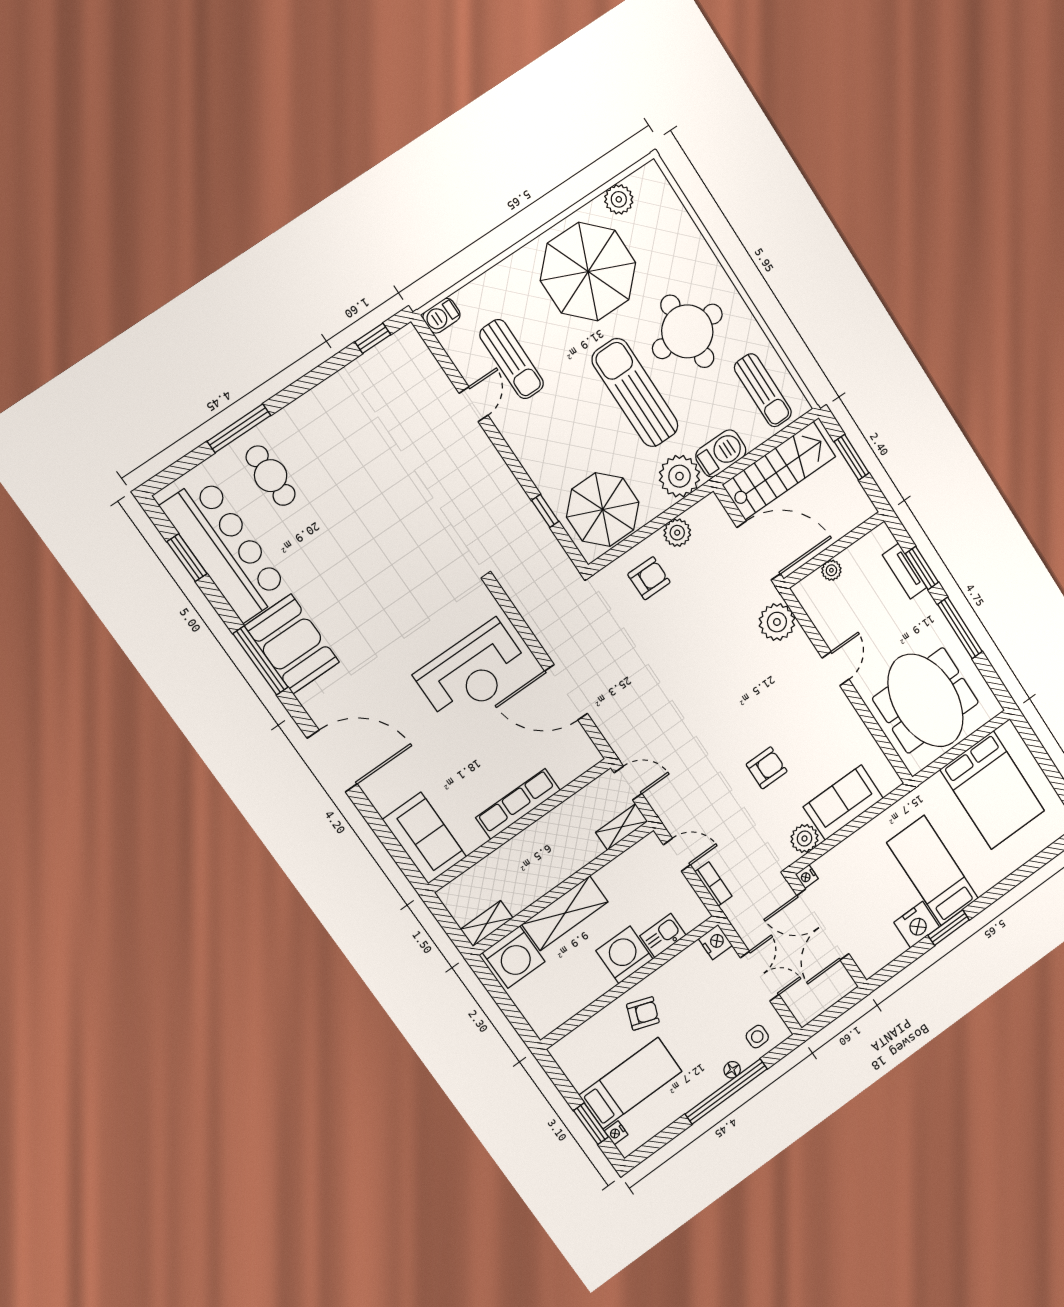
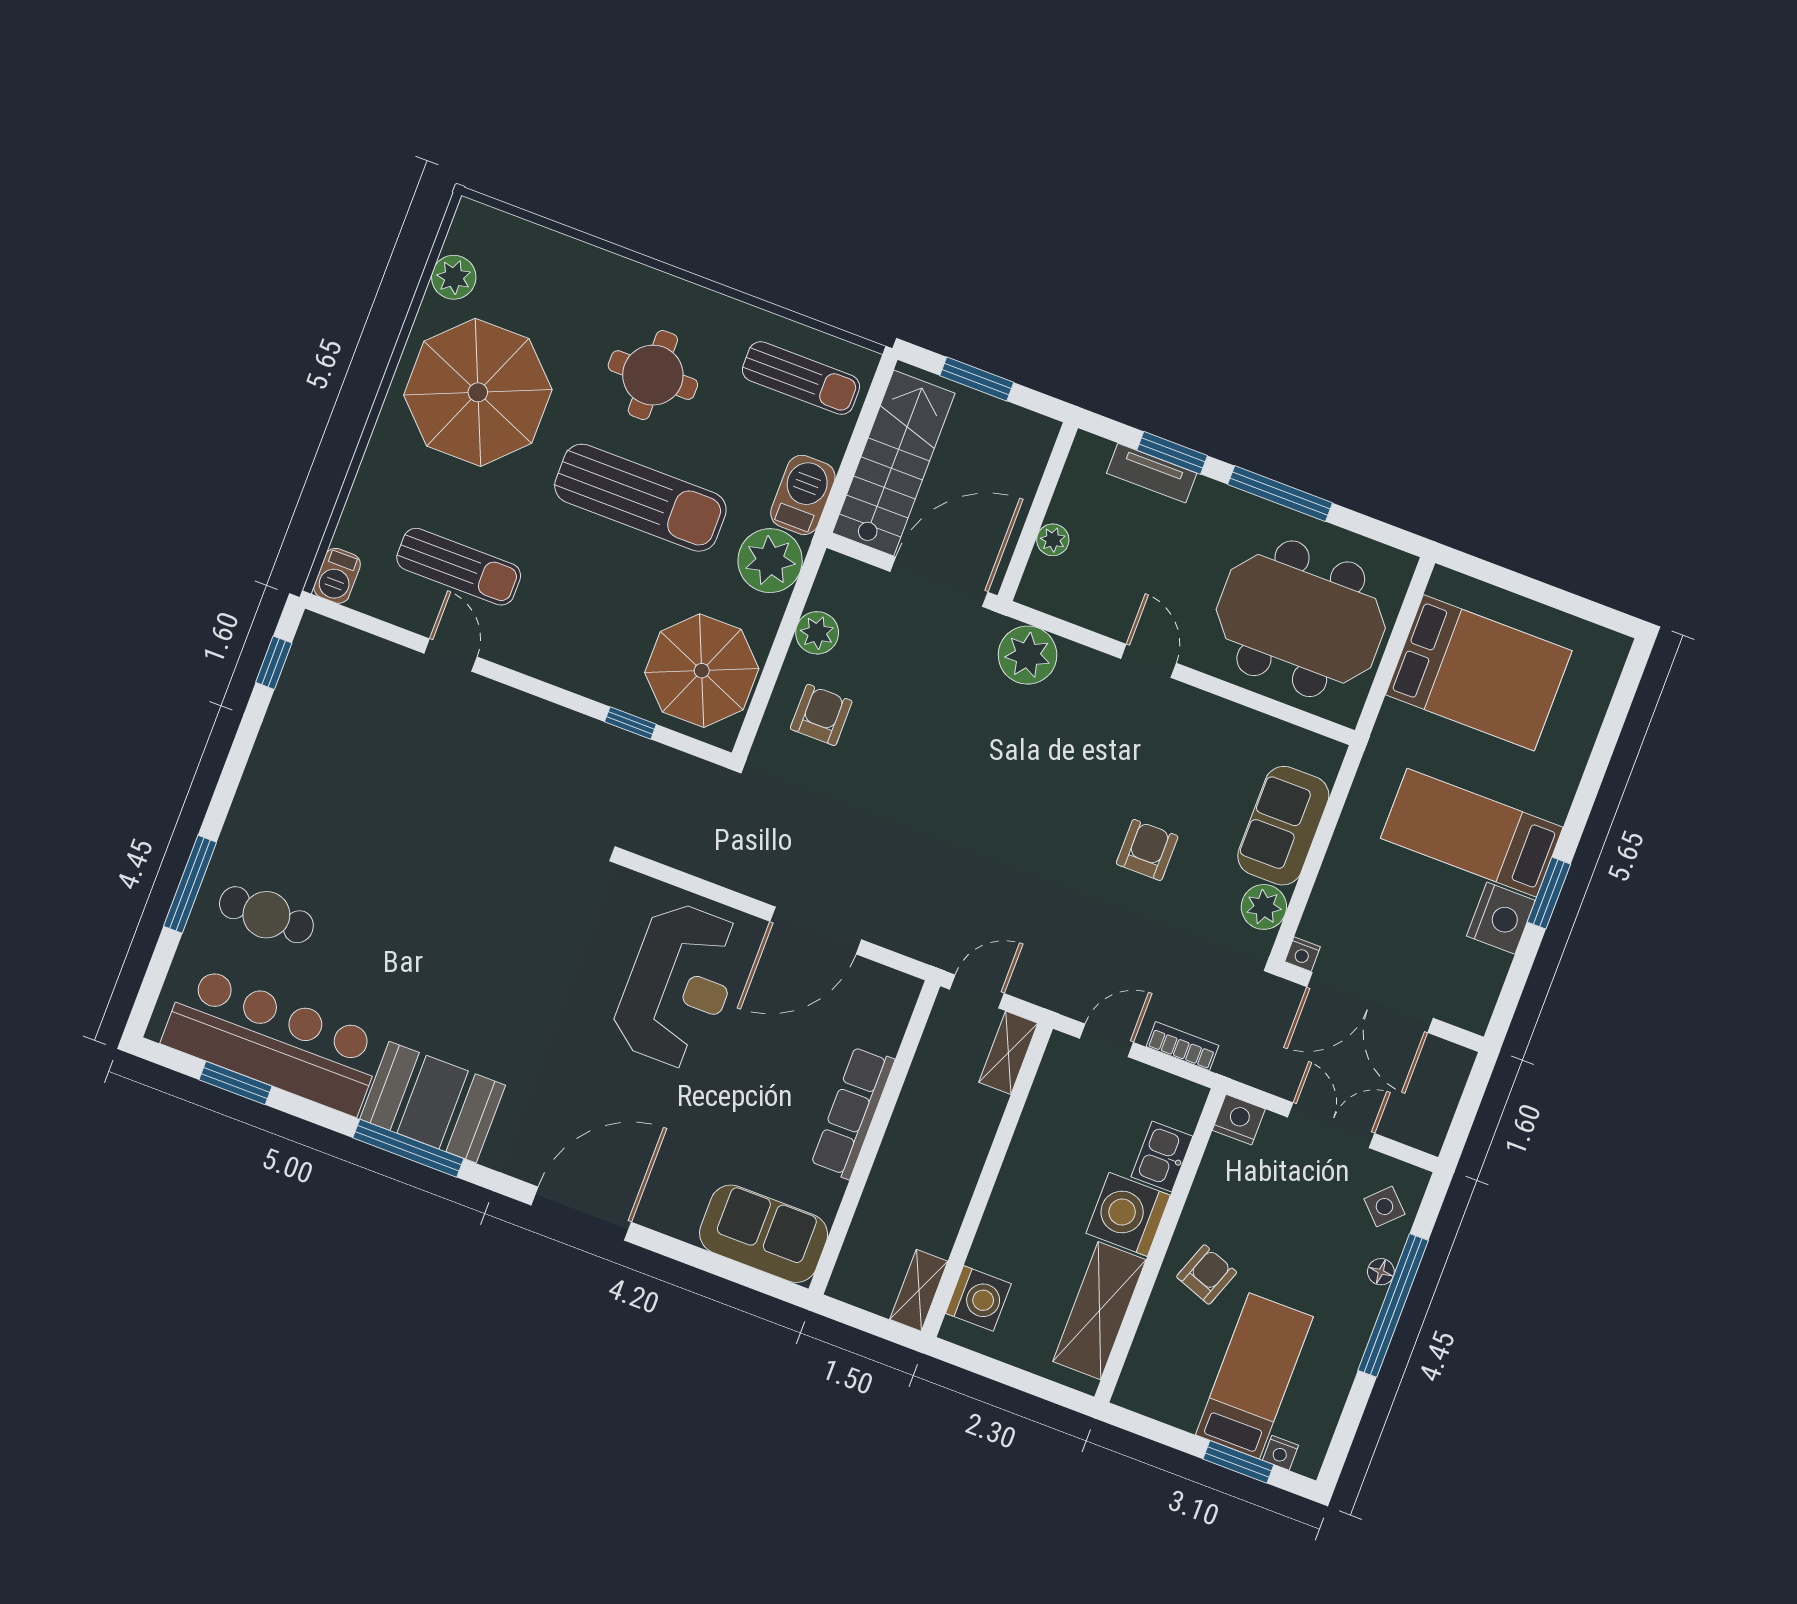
round table: (687, 331) -> (653, 375), width x0.73, depth x0.73
sun lounger: (635, 393) -> (640, 498), turned 180
shelving: (565, 913) -> (1099, 1311), moved
washing machine: (514, 957) -> (978, 1298), width x0.73, depth x0.73
side table: (757, 1037) -> (1384, 1206), turned 45

